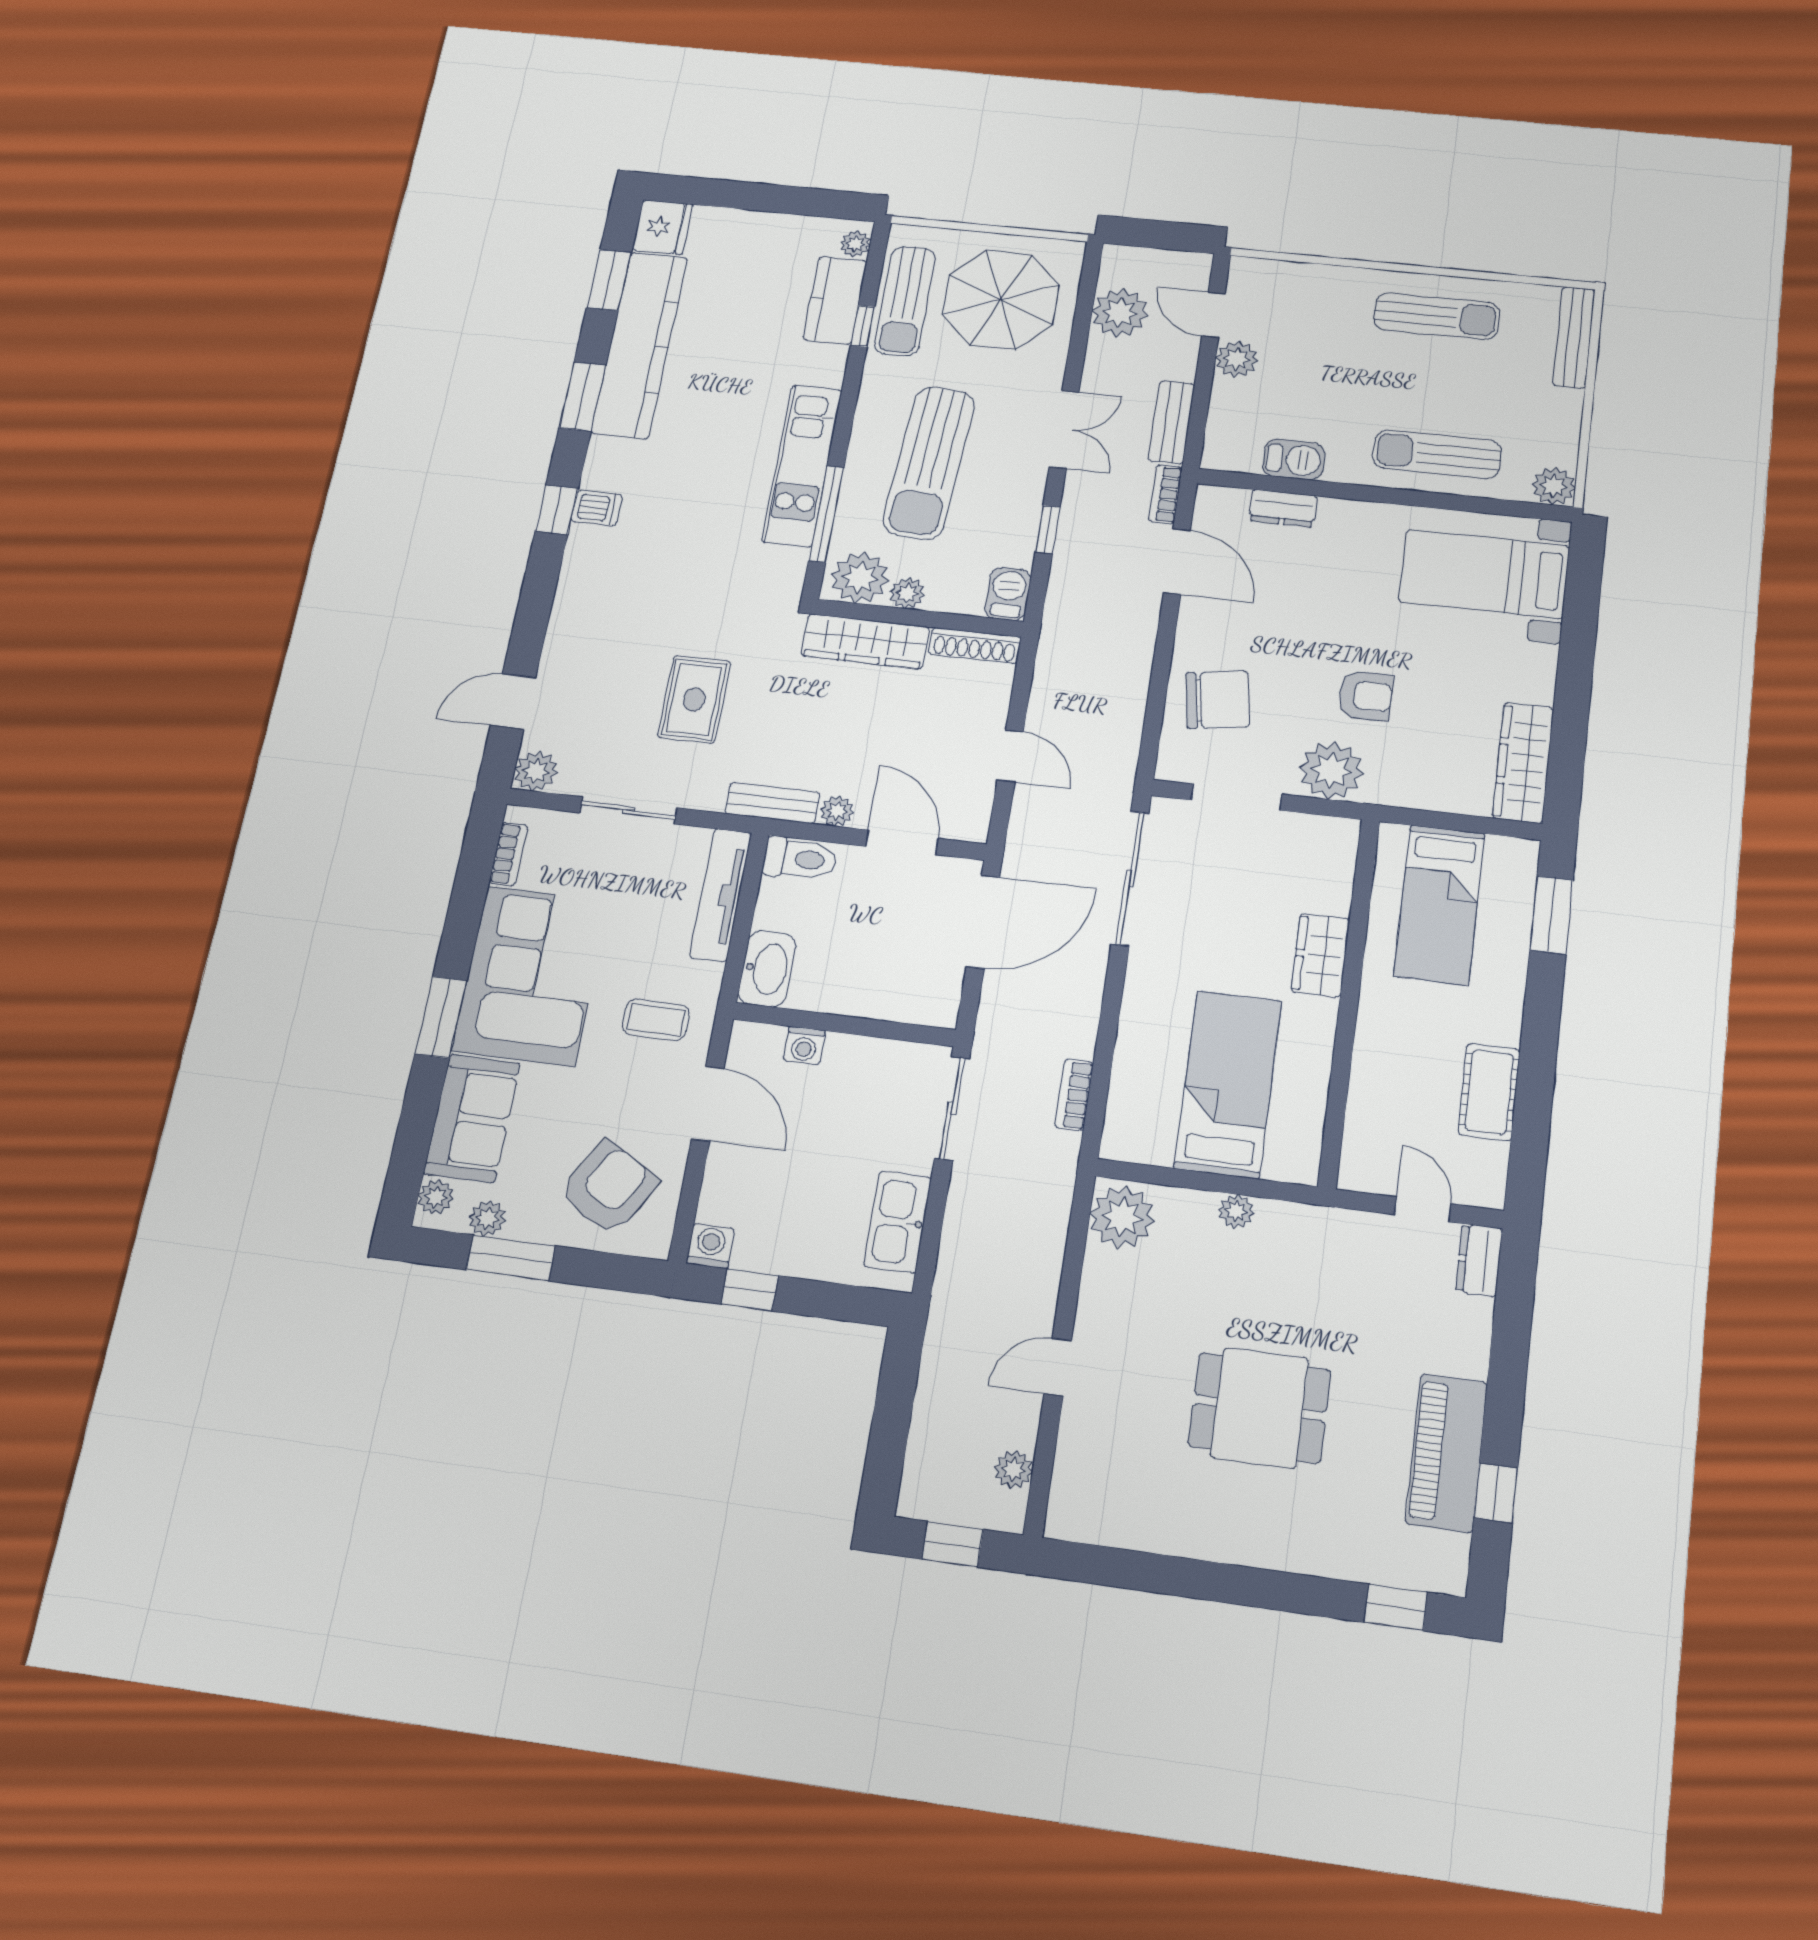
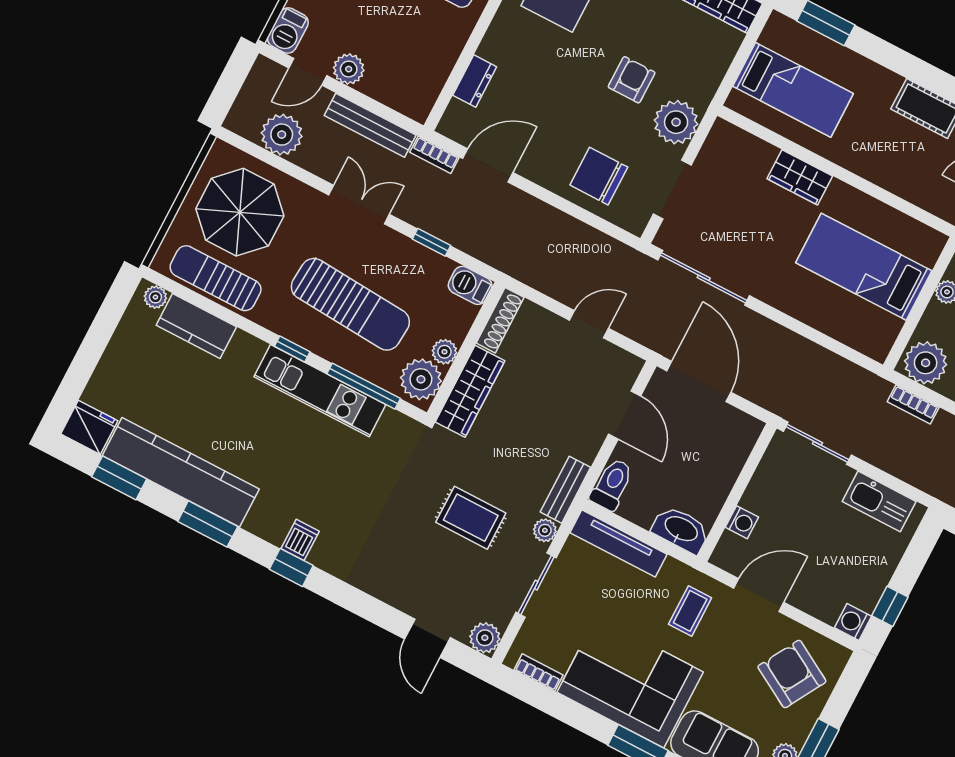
sun lounger: (905, 301) -> (216, 278), turned 180
window: (863, 326) -> (292, 349), moved
bench: (1171, 422) -> (370, 125), width x1.36
barbecue: (1294, 460) -> (288, 31), moved, turned 180
chair: (1218, 700) -> (599, 176), turned -81
plant: (837, 811) -> (545, 530), moved
door: (902, 842) -> (625, 415), swing flipped
bookcase: (1074, 1095) -> (913, 404), moved

